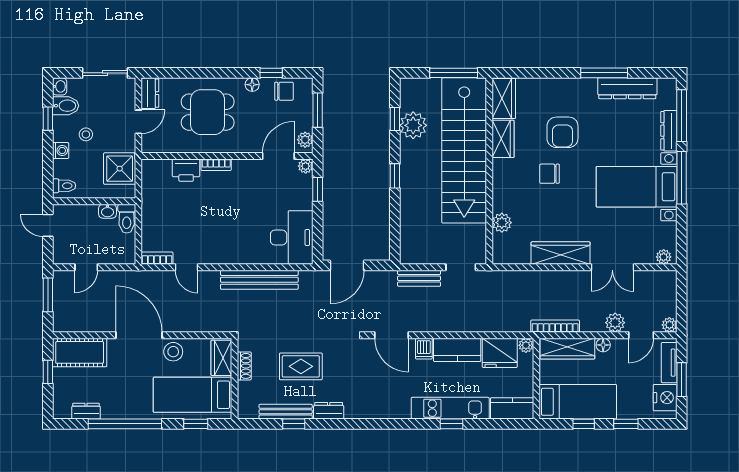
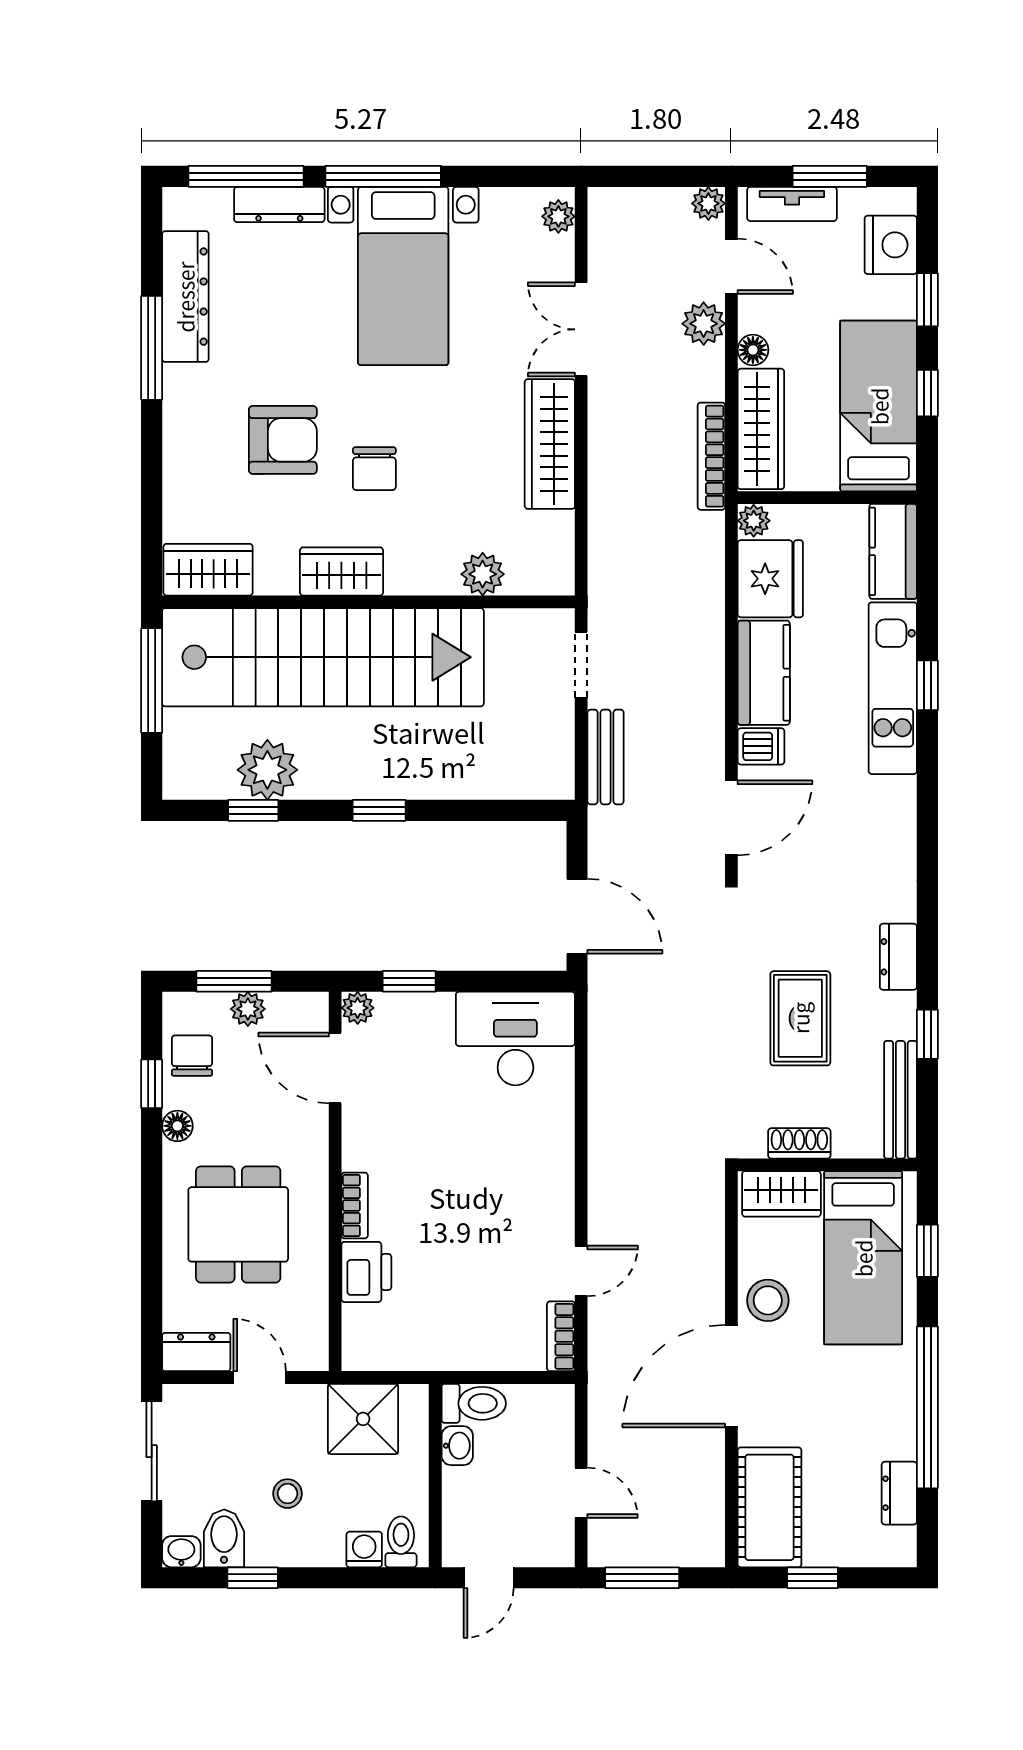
wardrobe: (503, 139) -> (341, 571), moved
plant: (305, 140) -> (248, 1009), moved
washing machine: (61, 151) -> (364, 1549), moved
double door: (612, 267) -> (581, 329), swing flipped
bench: (259, 280) -> (609, 1110), removed
nightstand: (665, 398) -> (891, 245), moved, turned 90
bench: (286, 412) -> (900, 1100), moved

